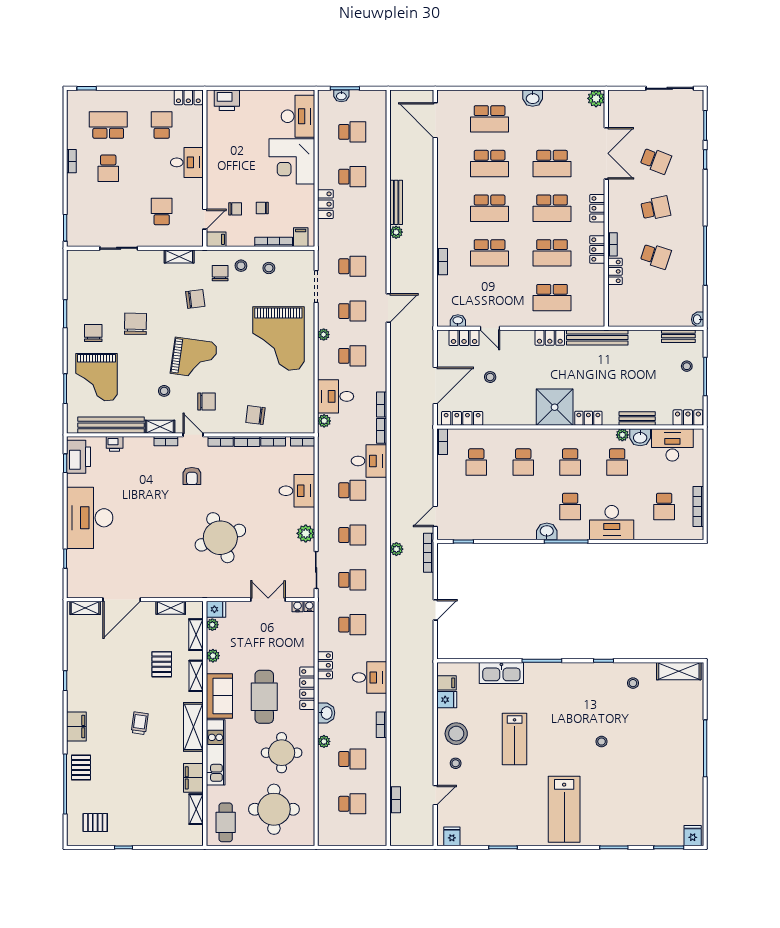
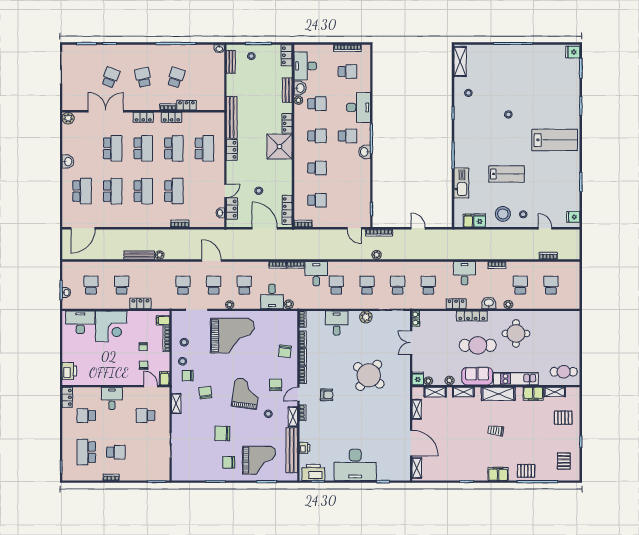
round table: (220, 538) -> (369, 375), turned -31
pallet: (162, 664) -> (563, 418), moved
round table: (274, 809) -> (555, 339), removed

